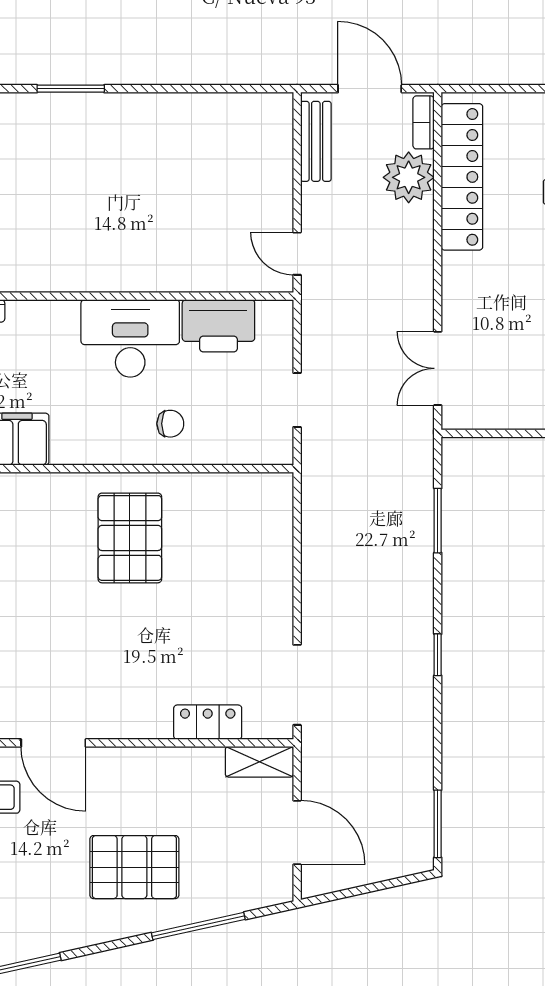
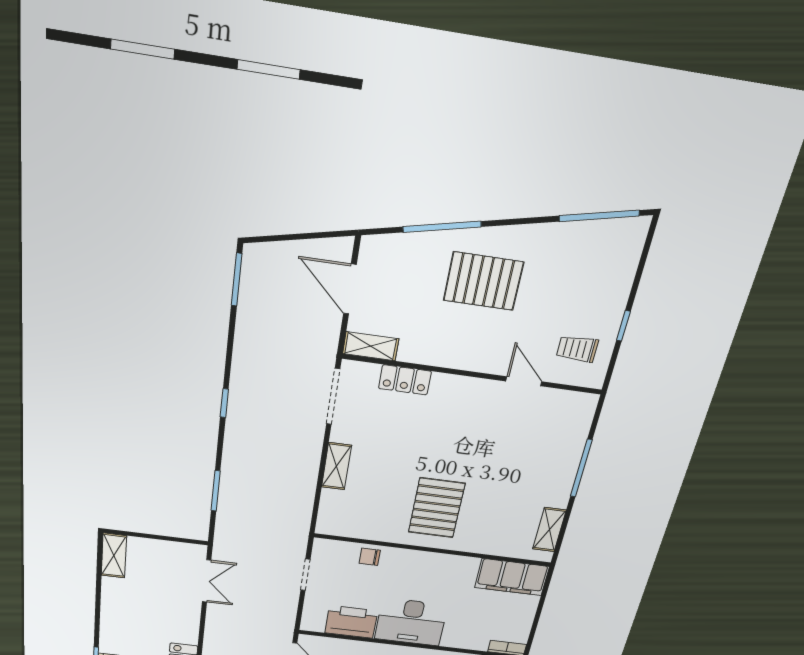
chair: (170, 424) -> (370, 557), moved
shelving: (278, 583) -> (337, 466), added
door: (53, 743) -> (524, 381), width x0.73

